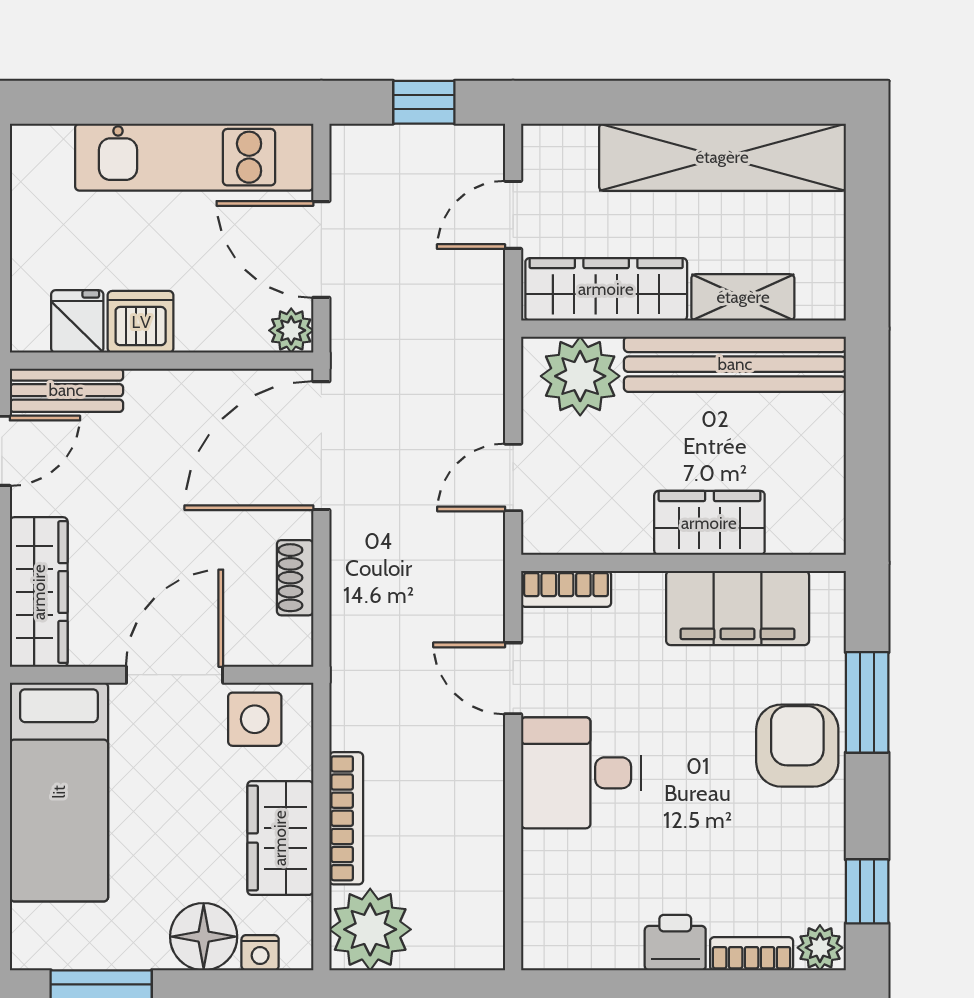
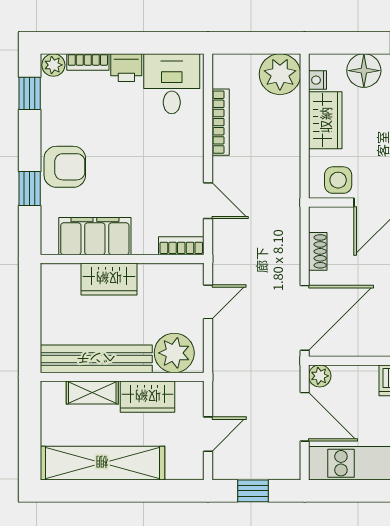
wardrobe: (606, 289) -> (148, 397), width x0.67
window: (867, 702) -> (30, 189), width x0.67
armchair: (797, 746) -> (65, 167), turned -90
desk: (581, 773) -> (172, 84), moved, turned -90
bookcase: (346, 818) -> (221, 122), moved, turned 180
nightstand: (260, 953) -> (317, 80), moved, turned -90

